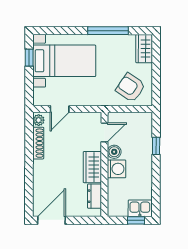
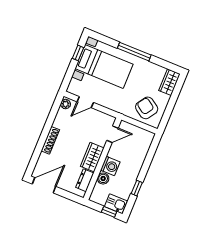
window: (108, 31) -> (134, 52), moved
shoe rack: (38, 143) -> (50, 140), moved
window: (156, 146) -> (137, 188), moved
boiler: (114, 152) -> (103, 178), moved

